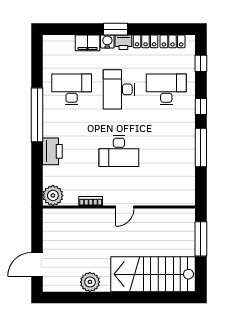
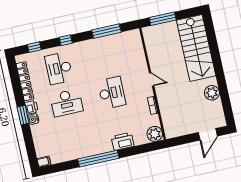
filing cabinet: (87, 43) -> (44, 162), moved, width x0.50
desk: (72, 89) -> (74, 137), removed
window: (201, 148) -> (106, 31), moved
door: (37, 265) -> (208, 134), hinge flipped

